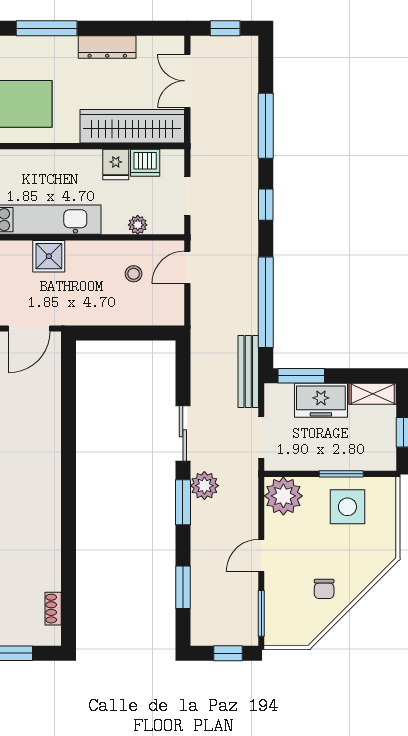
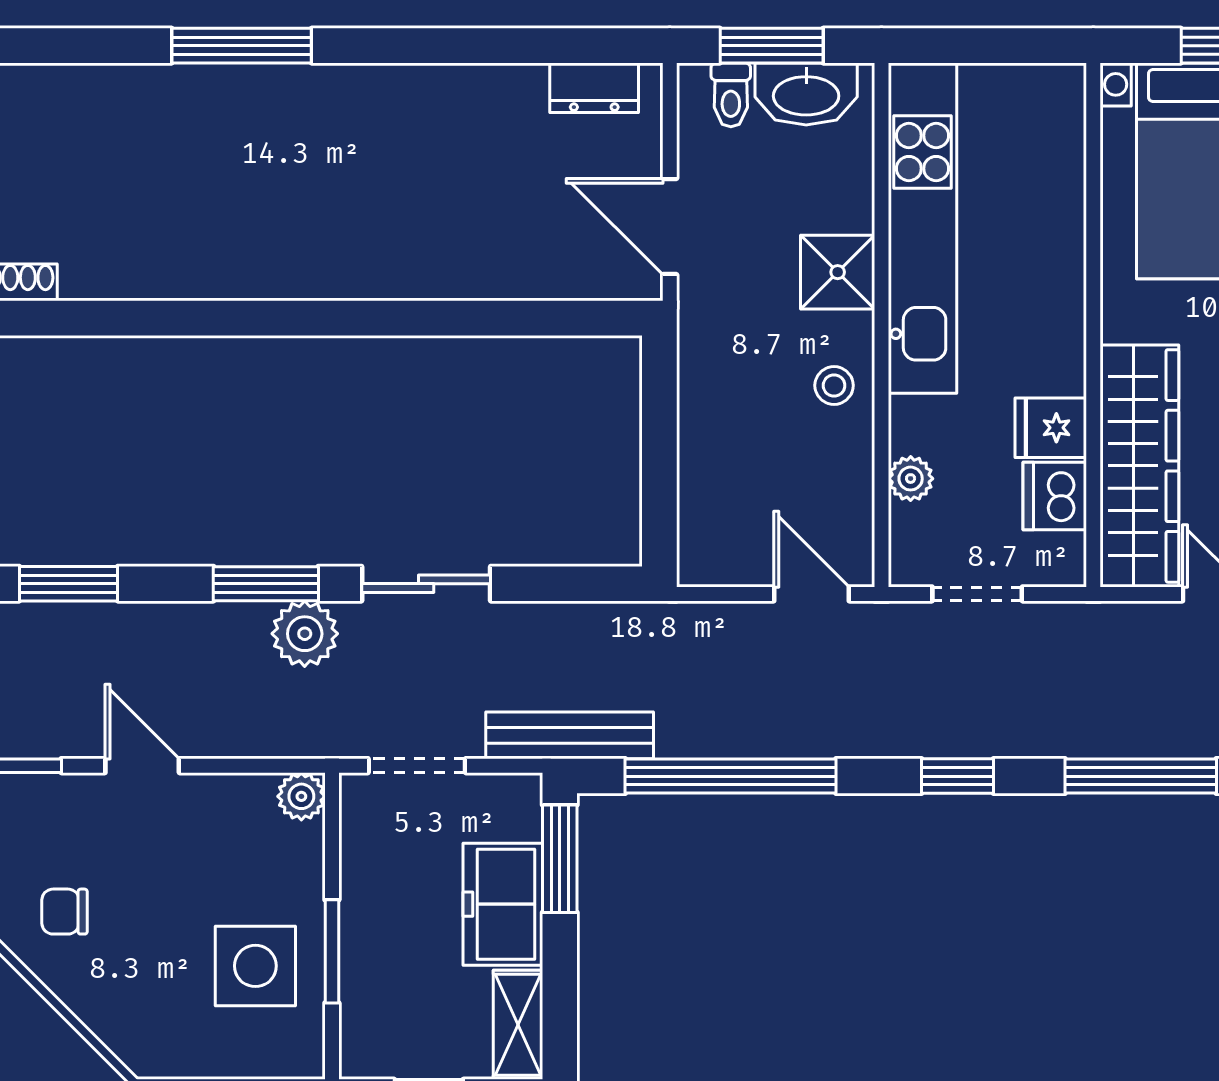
stool: (134, 274) -> (834, 385), moved
plant: (283, 496) -> (301, 796), width x0.53, depth x0.53

